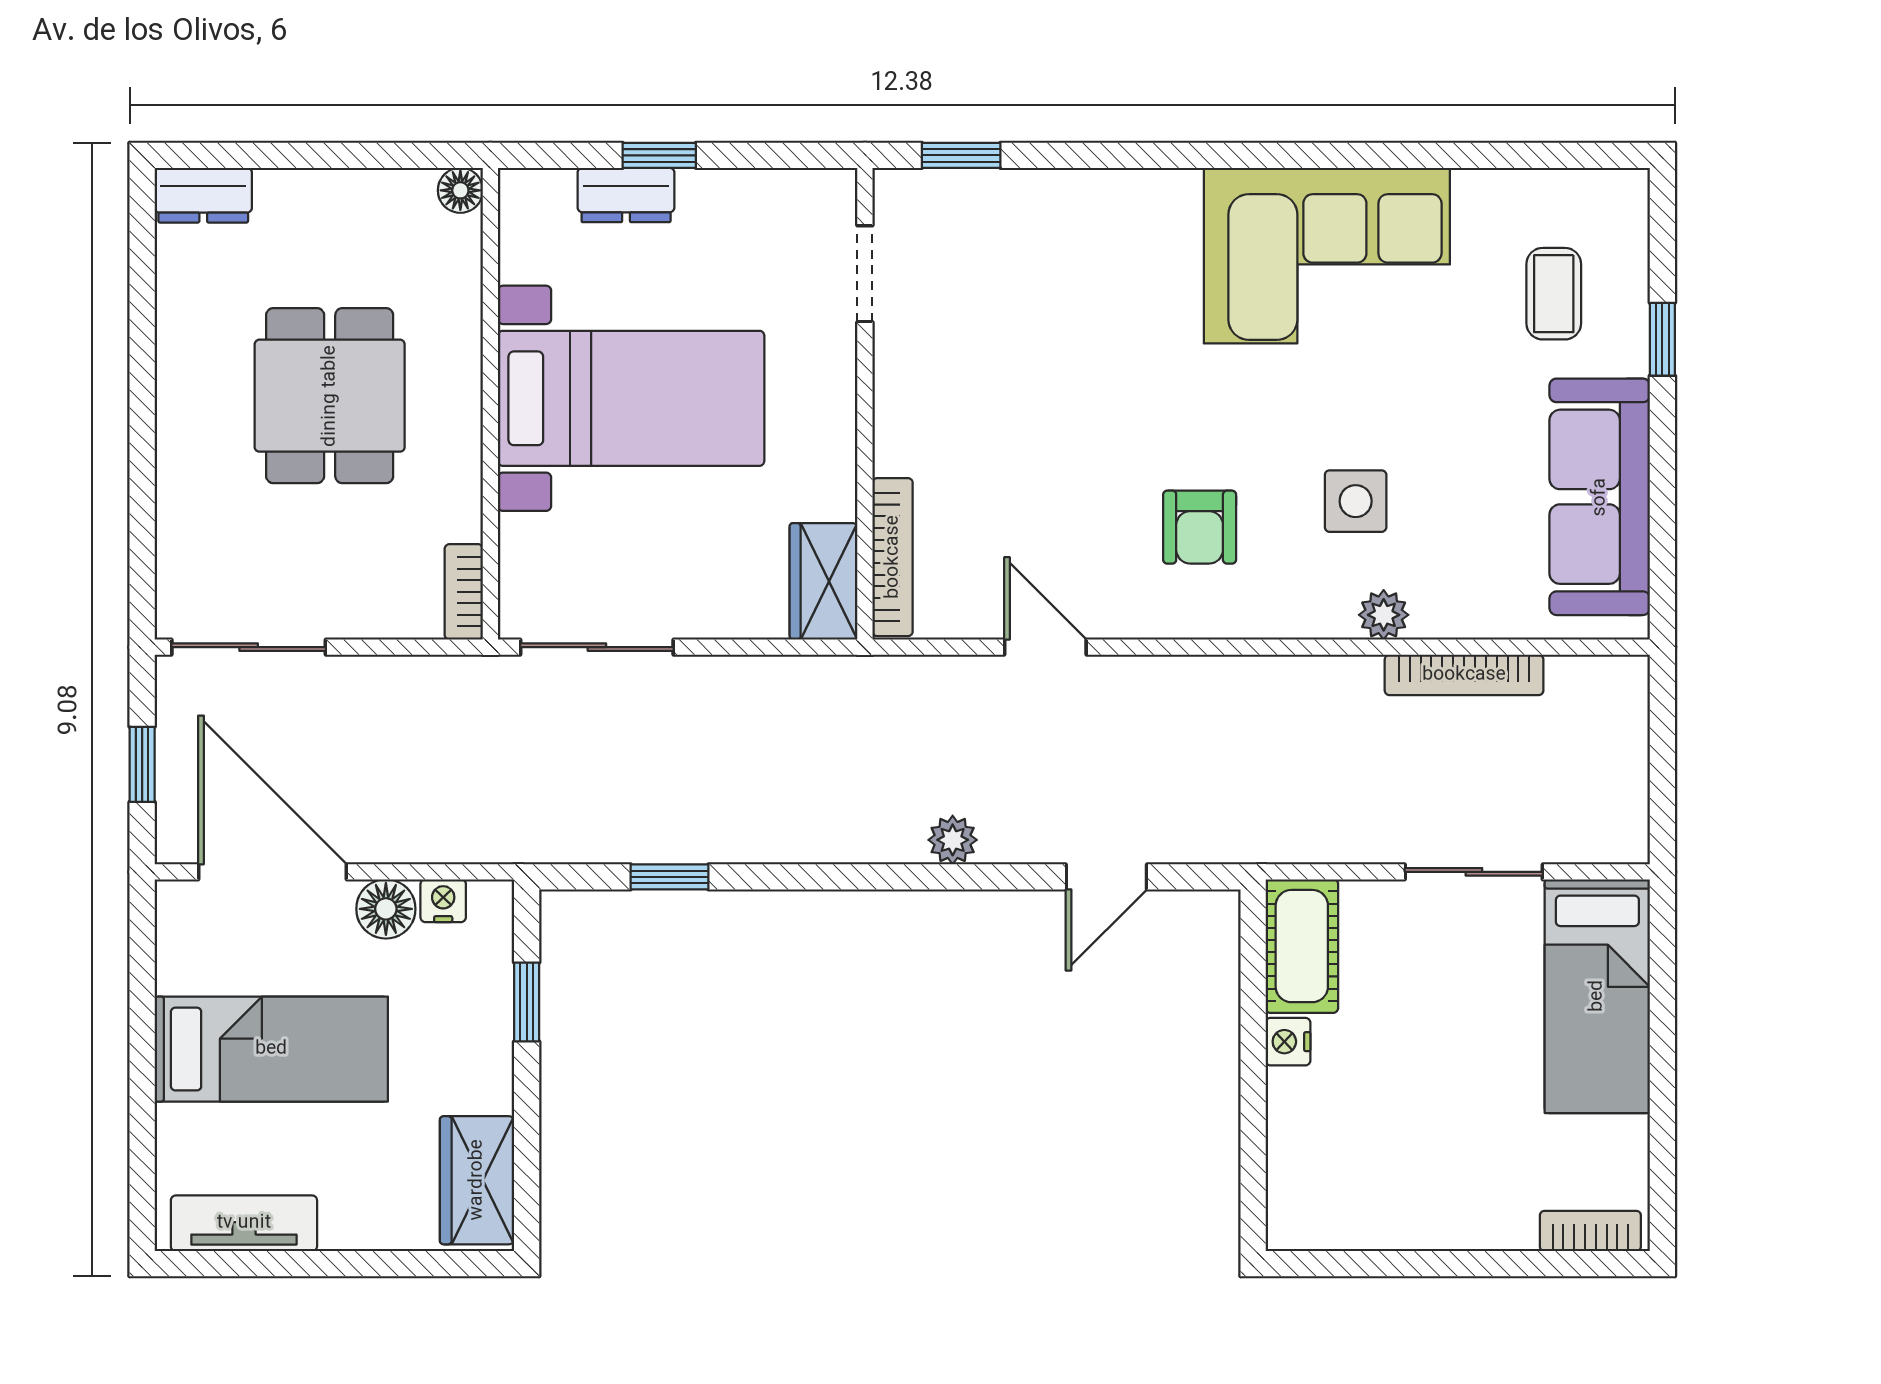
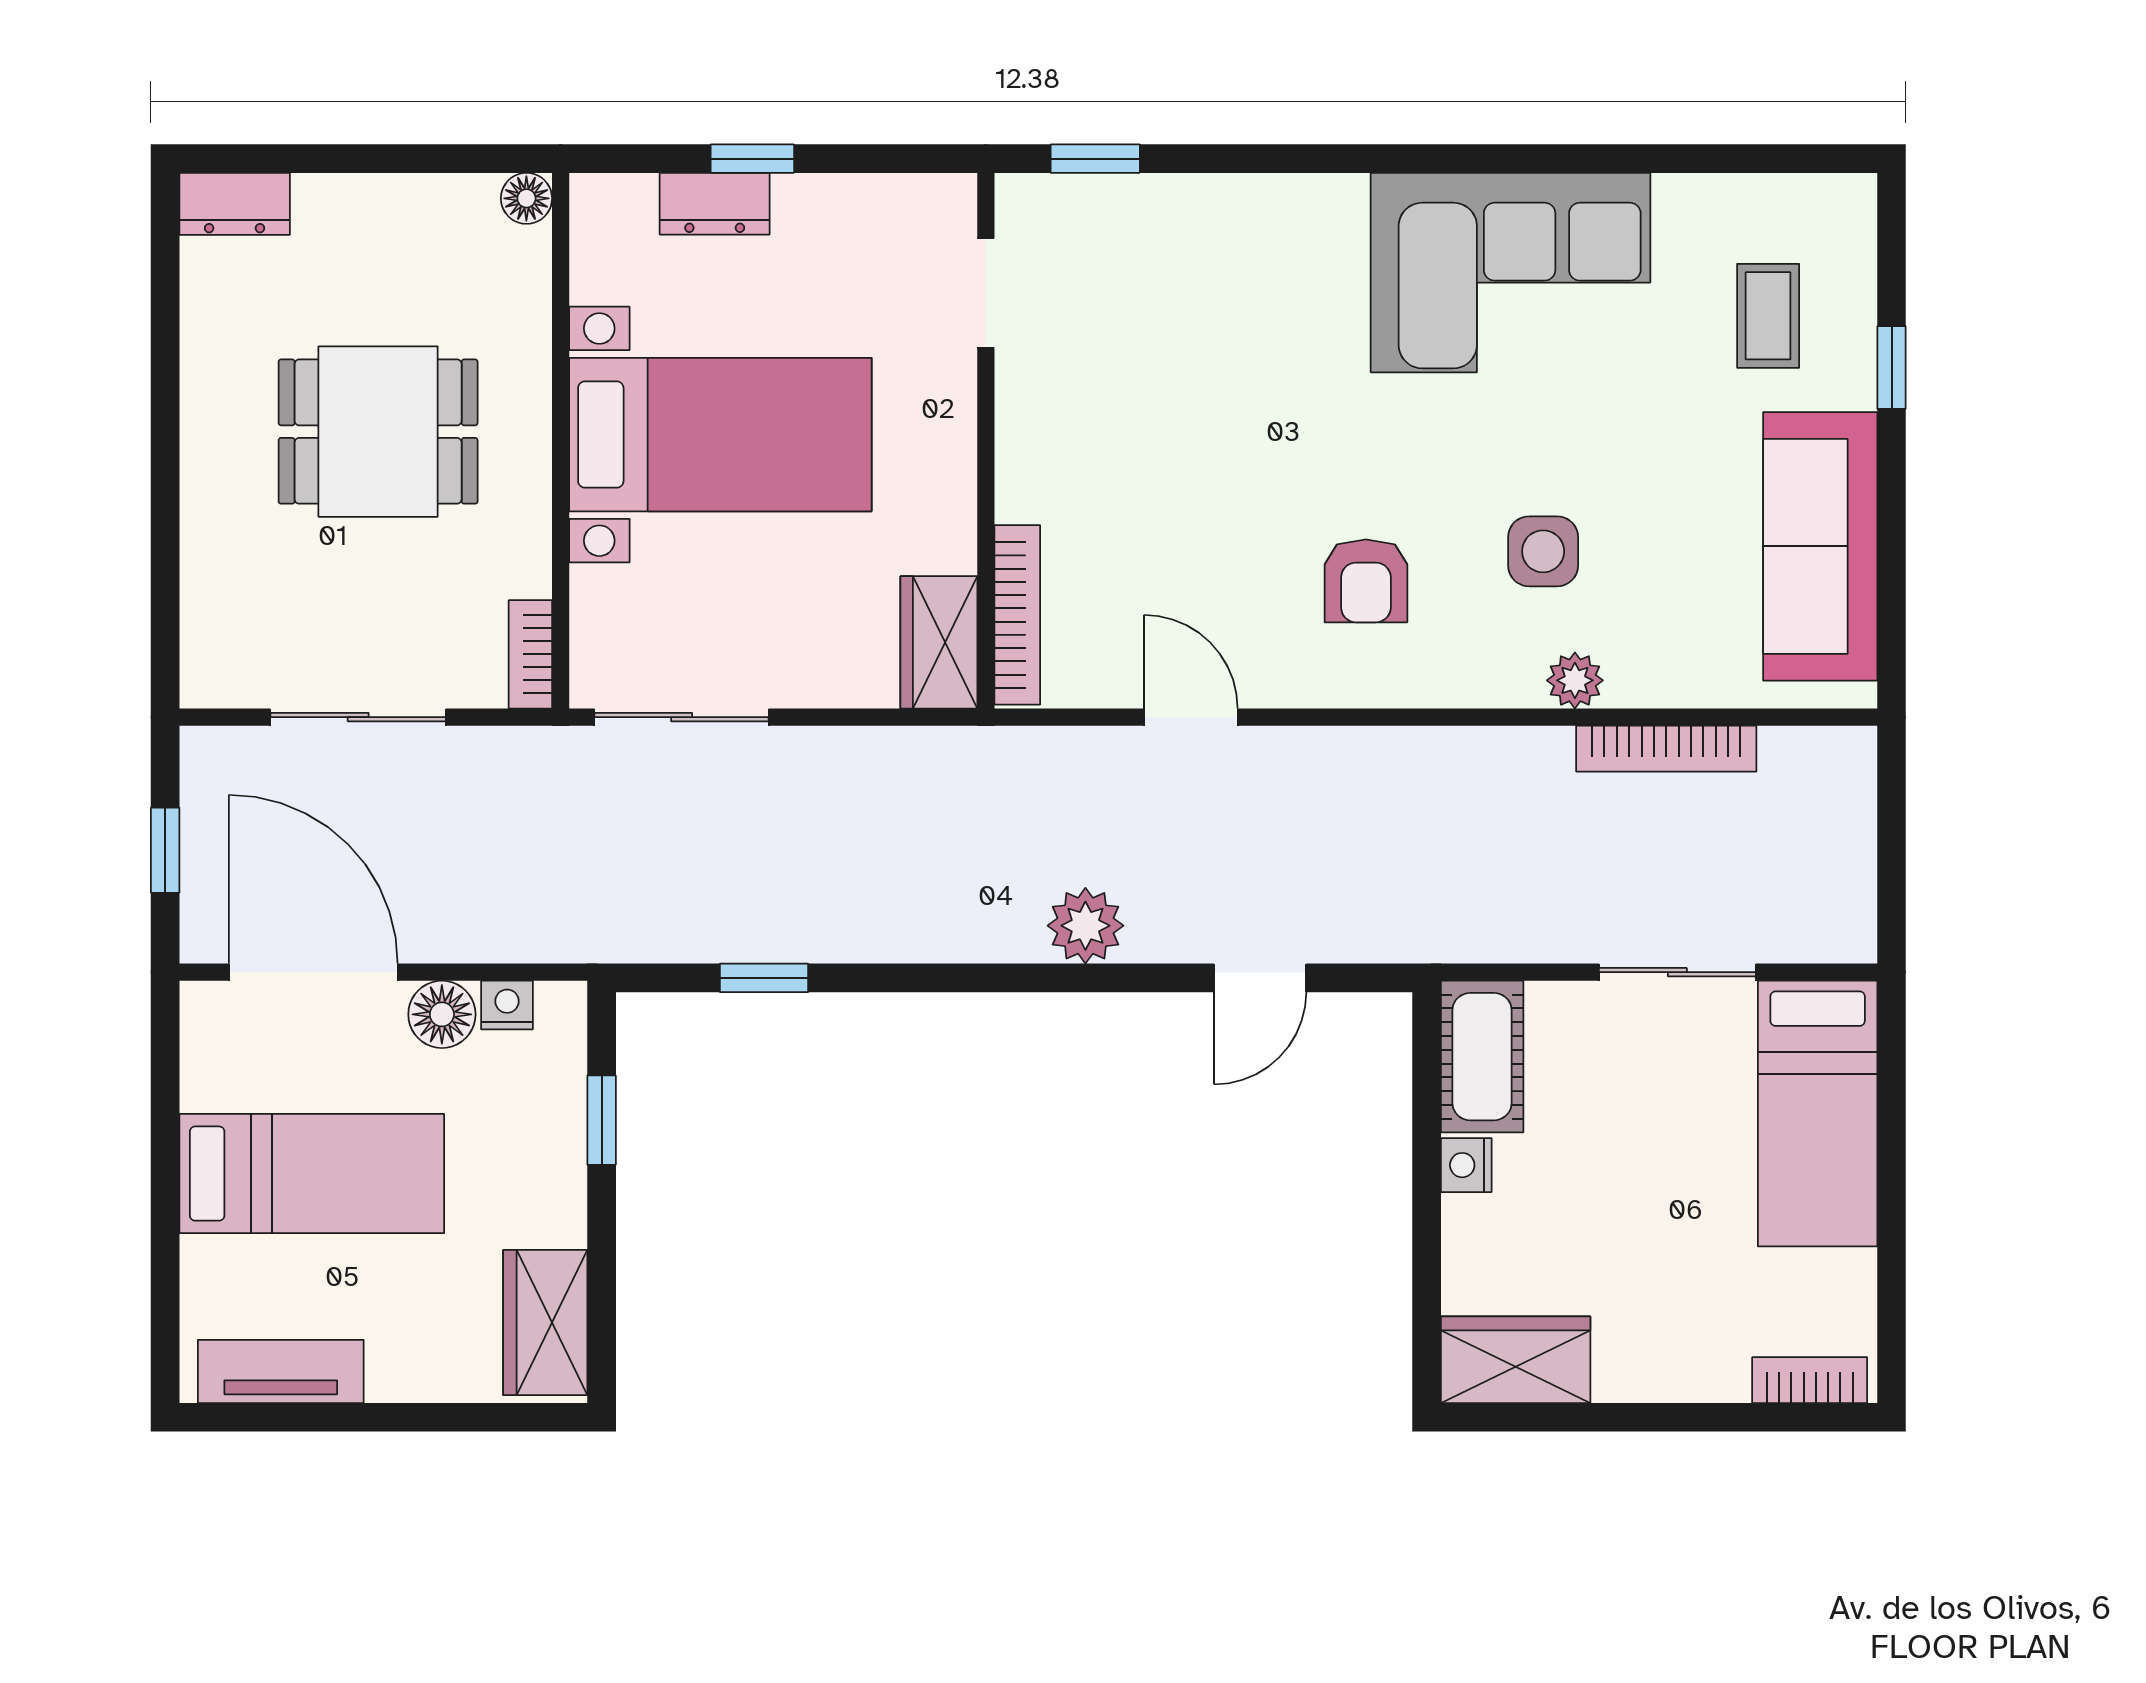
dining table: (330, 396) -> (378, 432), turned 90
sliding door: (249, 647) -> (358, 717), moved
plant: (953, 840) -> (1085, 926), width x1.38, depth x1.38
wardrobe: (1331, 1213) -> (1516, 1360), added

